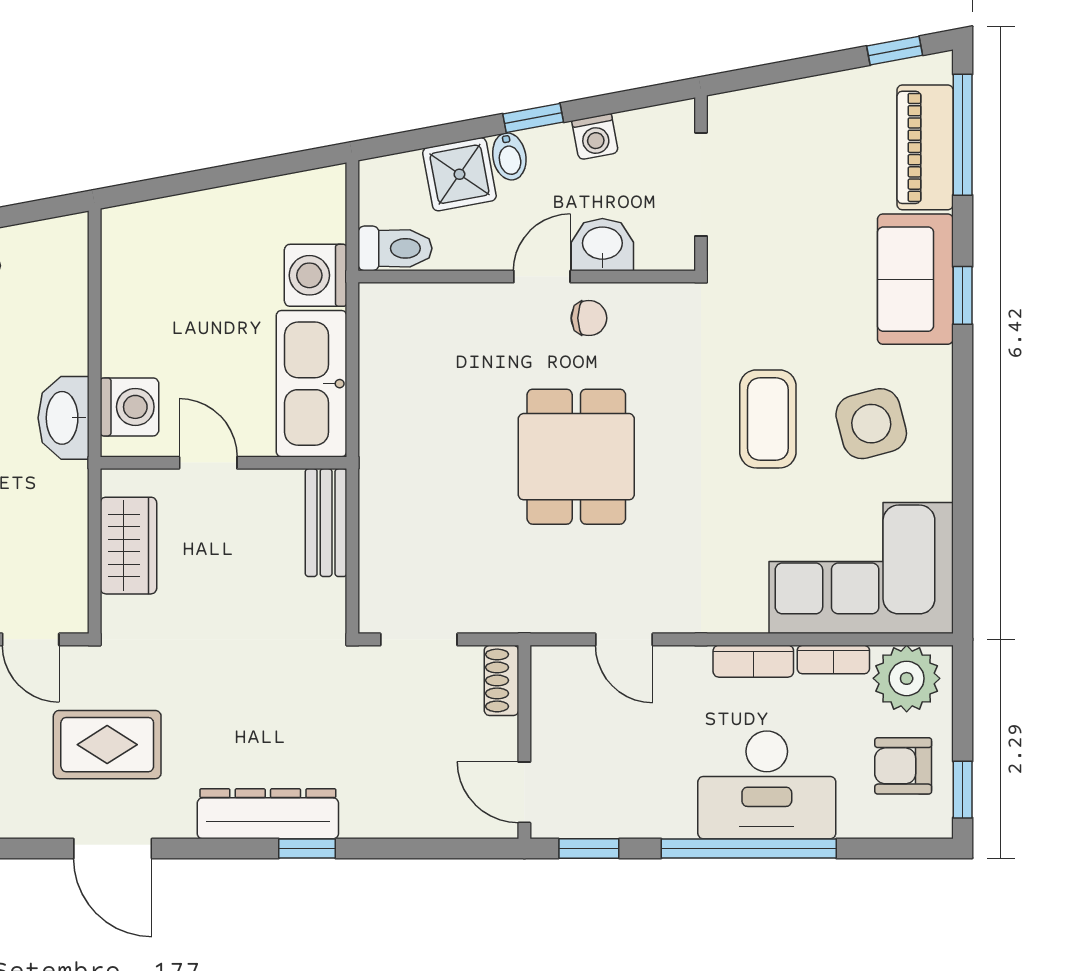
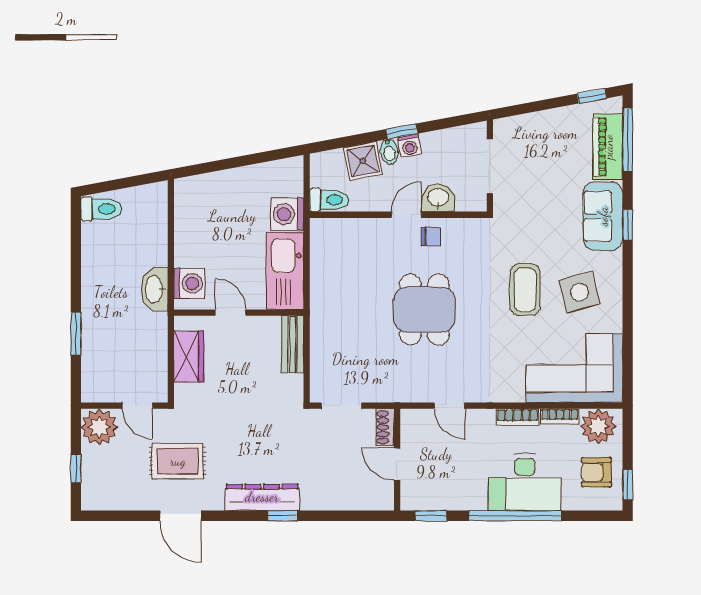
washing machine: (595, 137) -> (410, 146), moved
door: (524, 792) -> (397, 464), moved

